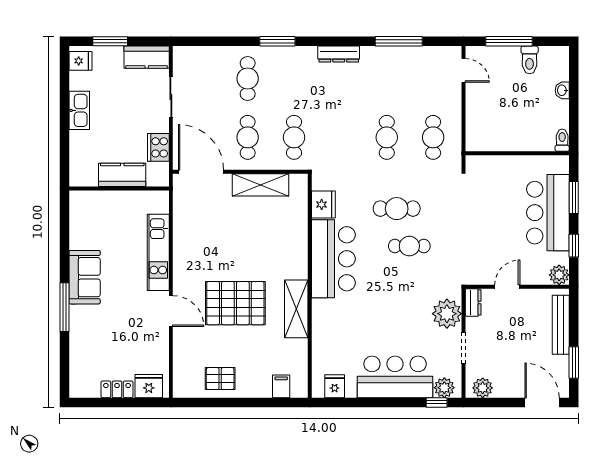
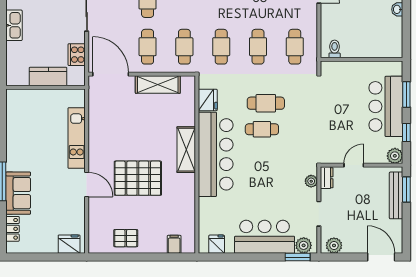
cafe table: (340, 137) -> (221, 47), added
toilet: (562, 140) -> (335, 49), moved
cafe table: (409, 246) -> (262, 129), moved
bar counter: (333, 259) -> (216, 154), width x1.36
sofa: (85, 277) -> (18, 193), moved
shelving: (296, 309) -> (186, 150), moved
plant: (447, 314) -> (311, 181), width x0.53, depth x0.53
window: (574, 363) -> (406, 190), moved
locker: (117, 389) -> (13, 229), moved, turned 90
window: (437, 402) -> (298, 257), width x1.50

